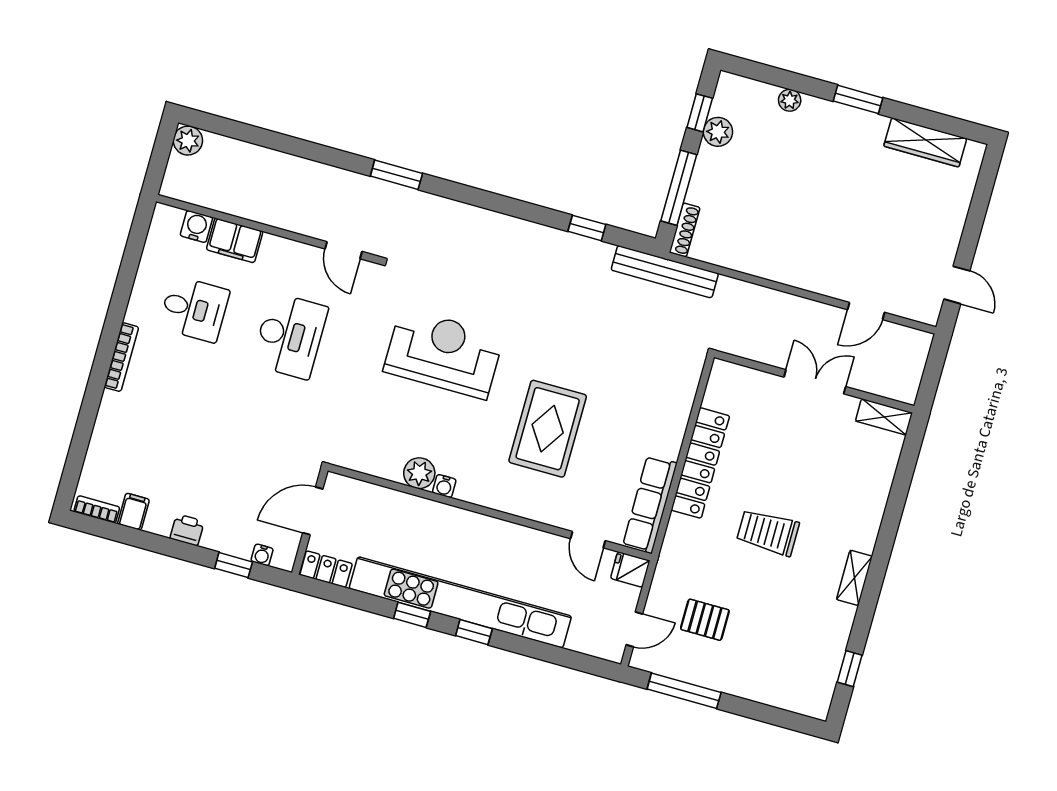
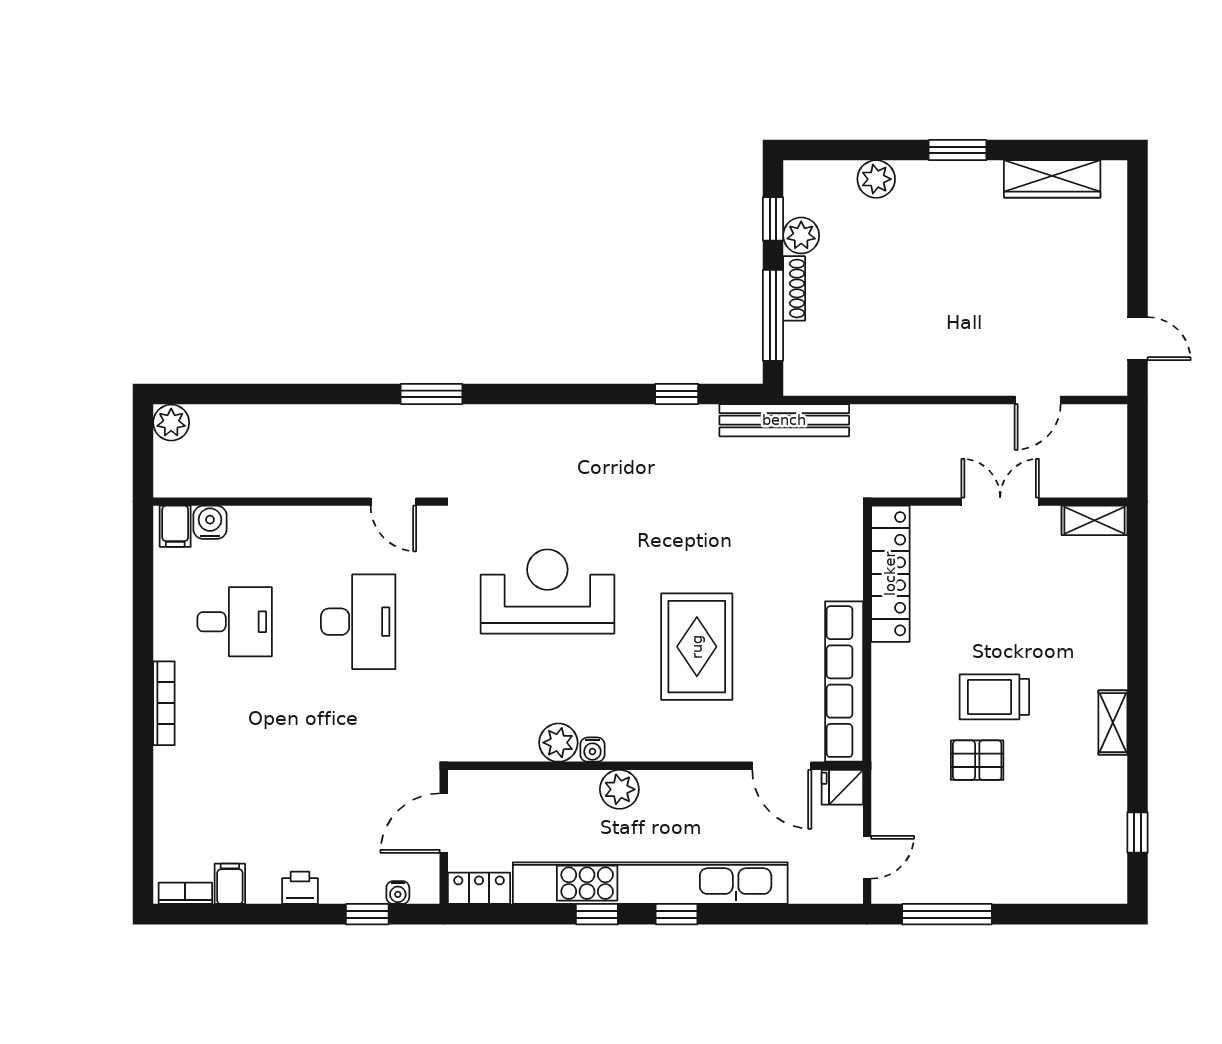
plant: (790, 100) -> (876, 179), width x1.38, depth x1.38
shoe rack: (685, 230) -> (794, 288), moved
filing cabinet: (235, 240) -> (175, 526), moved, width x0.50
locker: (700, 463) -> (890, 574), moved
row of seats: (650, 504) -> (844, 682), width x1.36
plant: (457, 523) -> (619, 789), added
door: (588, 540) -> (782, 766), width x1.38
pallet: (705, 620) -> (977, 760), moved

